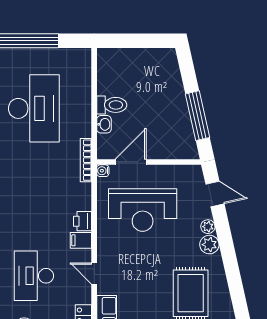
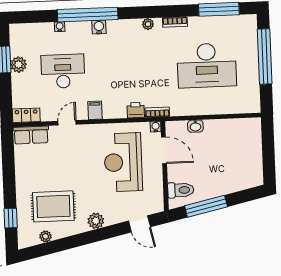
toilet: (112, 105) -> (181, 190), moved, turned -90
bookcase: (86, 160) -> (157, 112), width x0.64
door: (215, 194) -> (139, 224), hinge flipped
printer: (83, 221) -> (136, 110), moved
plant: (208, 227) -> (46, 236), moved

